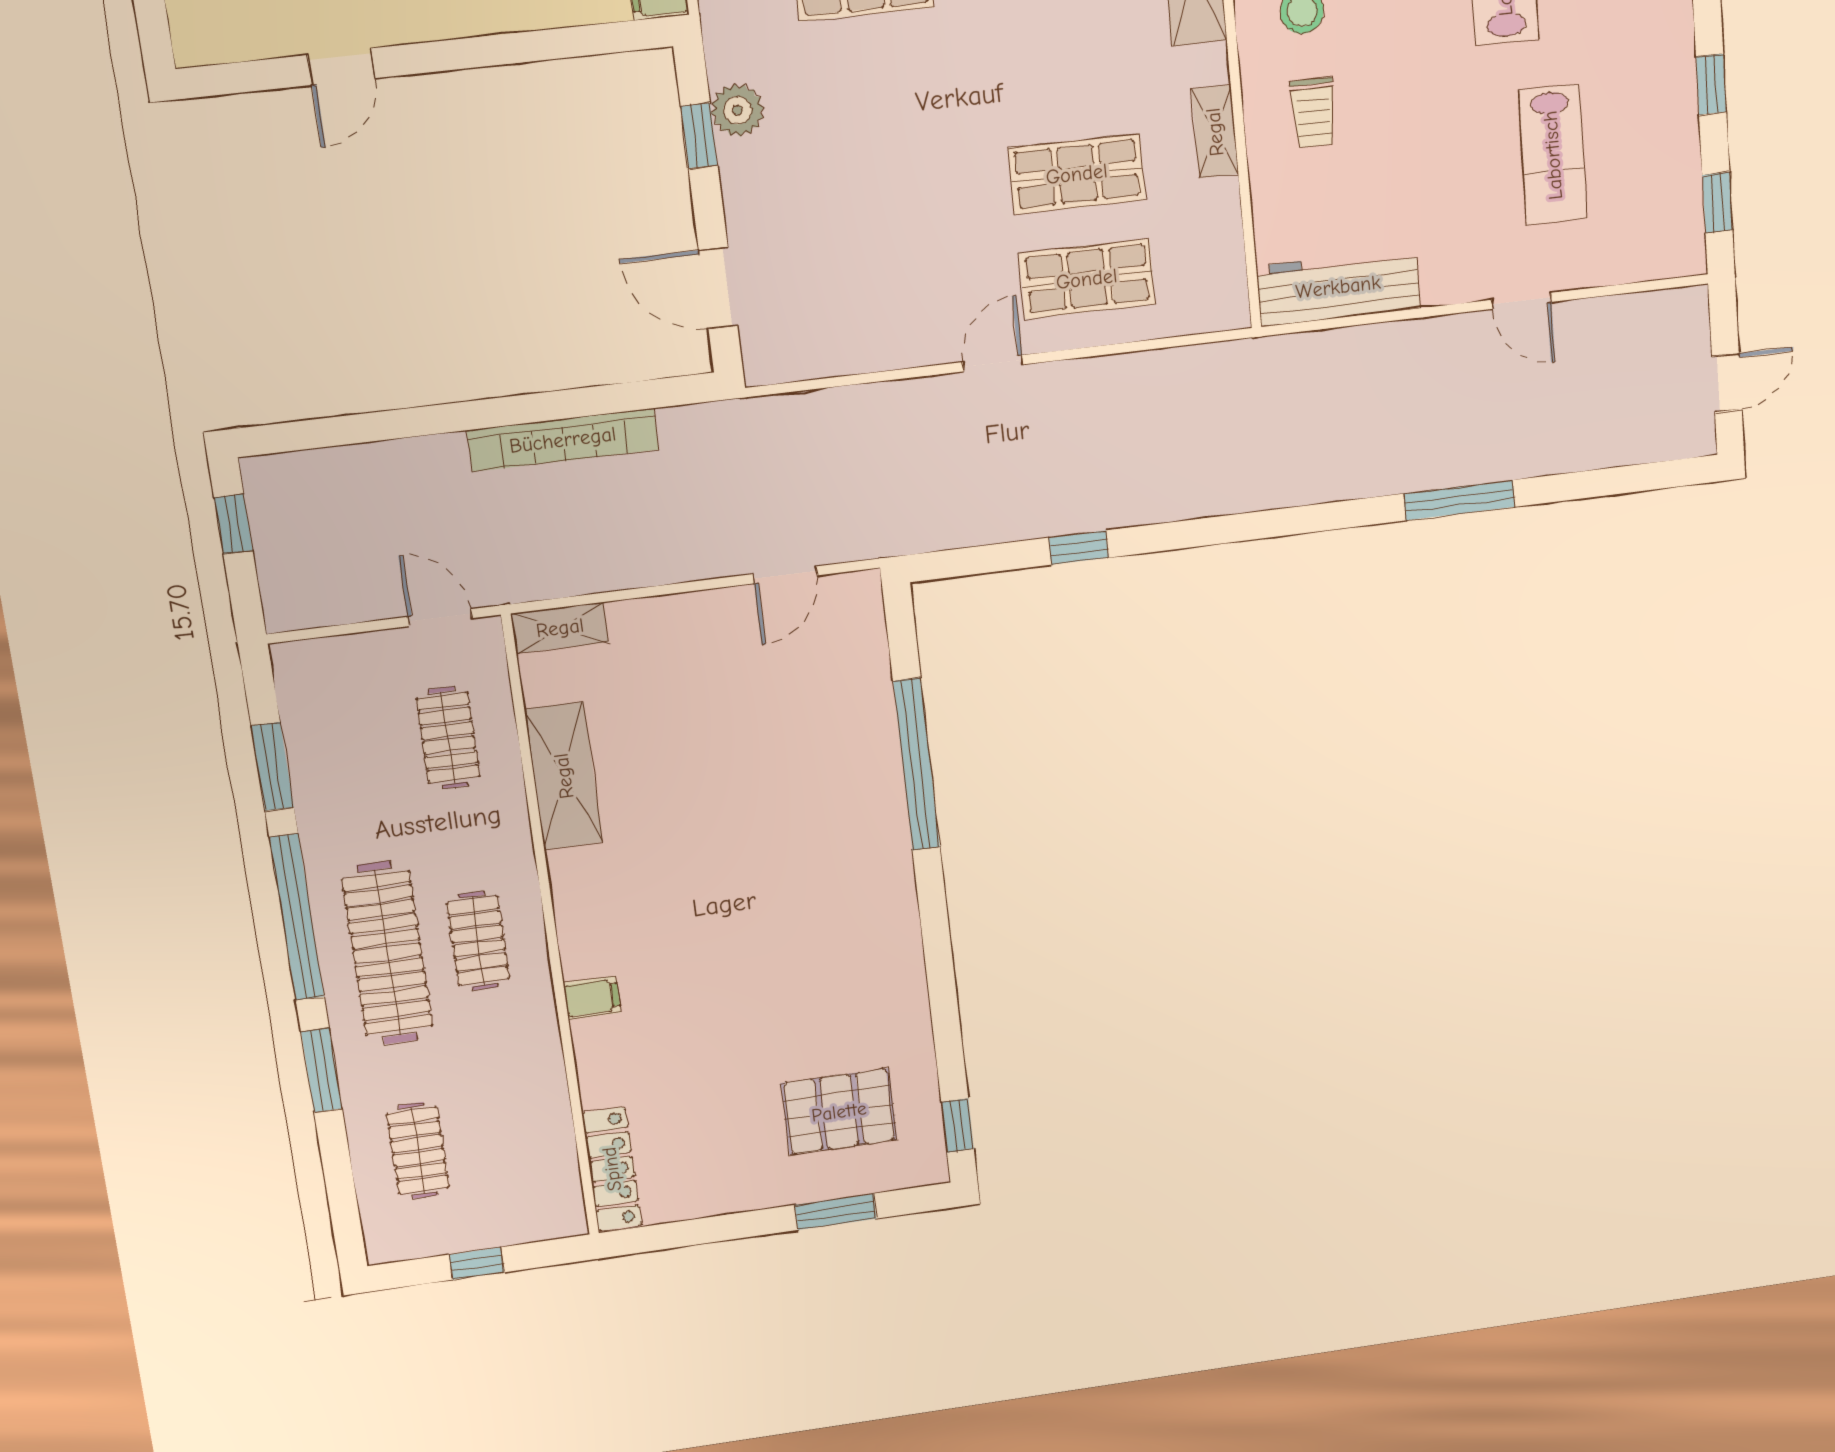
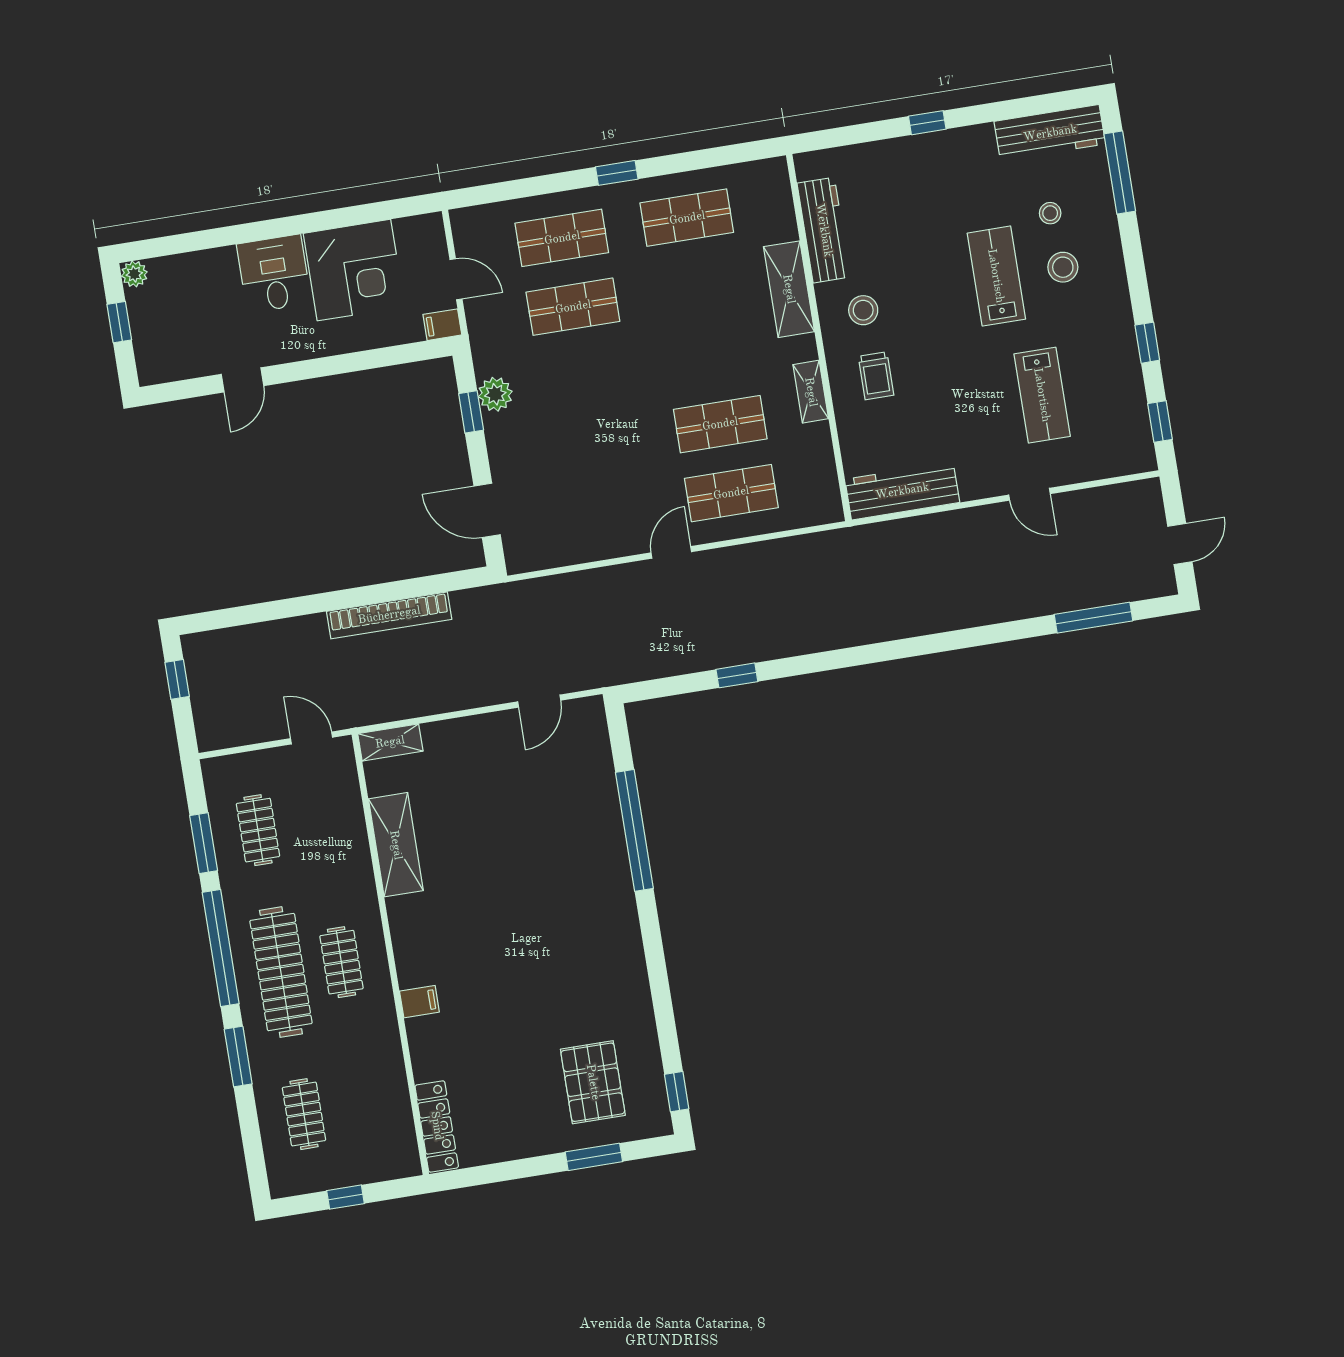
window: (1459, 500) -> (1093, 618), moved
clothes rail: (448, 738) -> (258, 830), moved
pallet: (839, 1112) -> (593, 1082), turned 90

